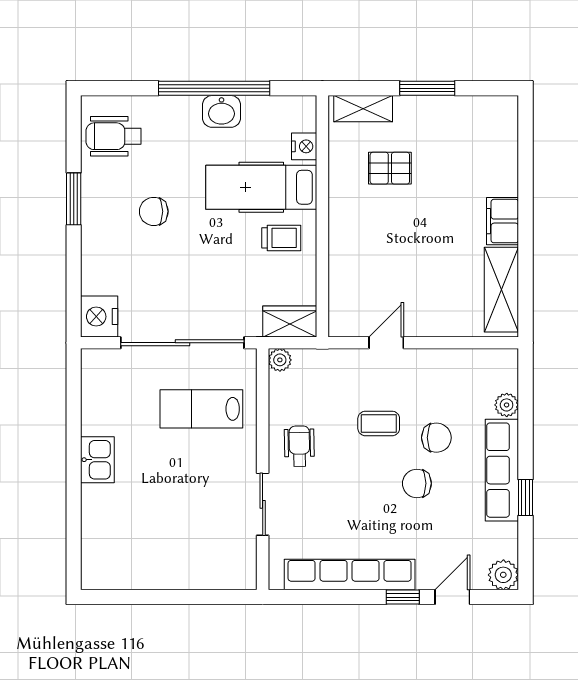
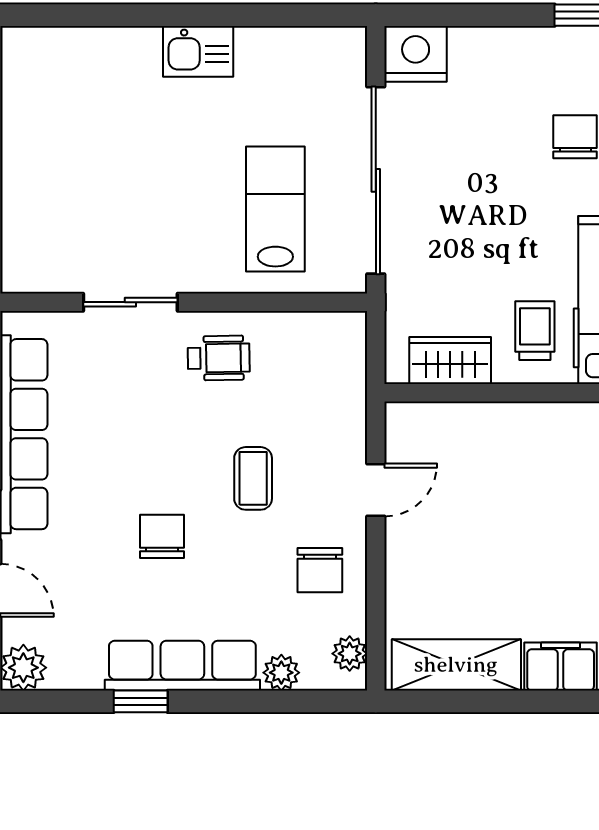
trolley: (281, 238) -> (535, 331), turned 180
wardrobe: (290, 321) -> (450, 361), moved, turned -90
door: (386, 343) -> (376, 490), hinge flipped
plant: (280, 360) -> (350, 654), moved
chair: (436, 438) -> (320, 570), moved

